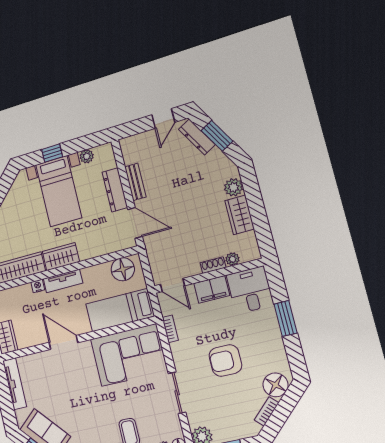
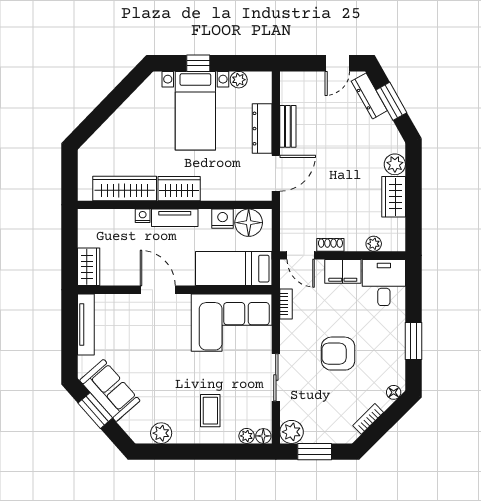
door: (135, 223) -> (276, 173), hinge flipped
shoe rack: (213, 265) -> (330, 245), moved
nightstand: (101, 272) -> (223, 219), added
window: (286, 318) -> (413, 341), moved
floor lamp: (276, 385) -> (394, 392), width x0.53, depth x0.53

